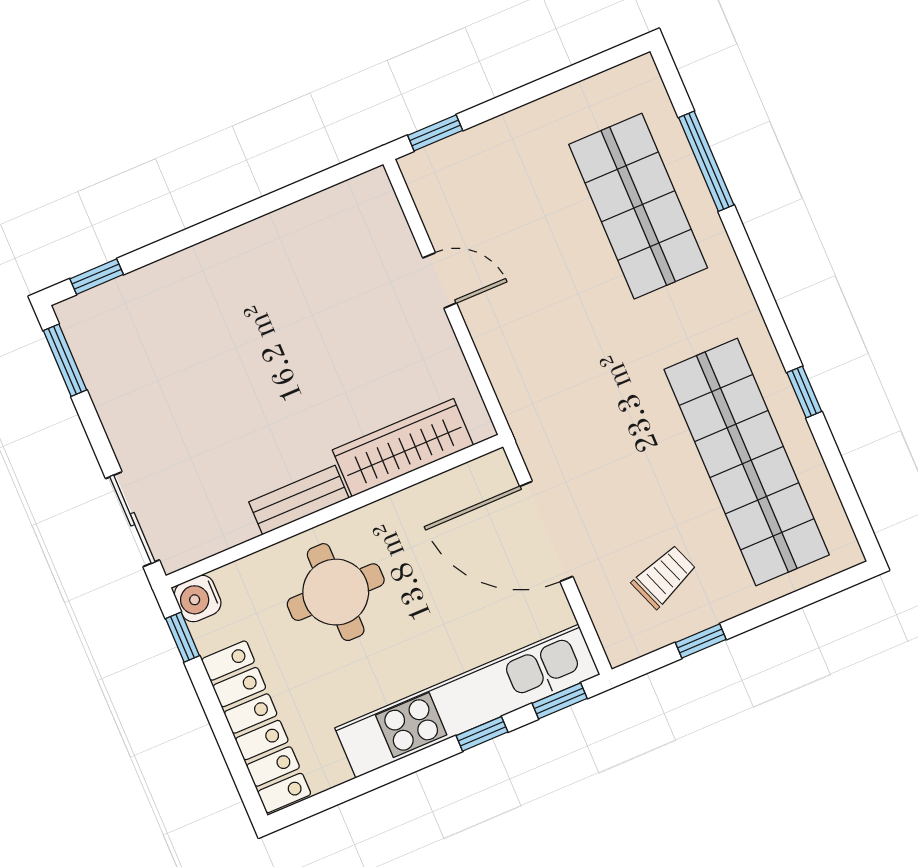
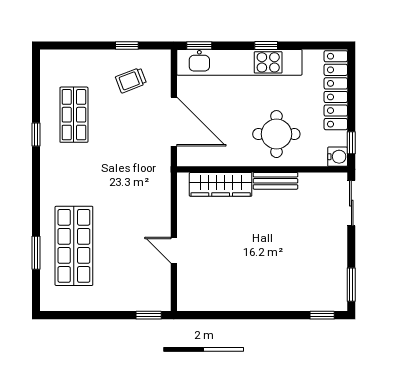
window: (706, 161) -> (36, 253), width x0.69
shop shelf: (747, 462) -> (74, 115), width x0.50, depth x0.74
window: (482, 734) -> (266, 45), moved

